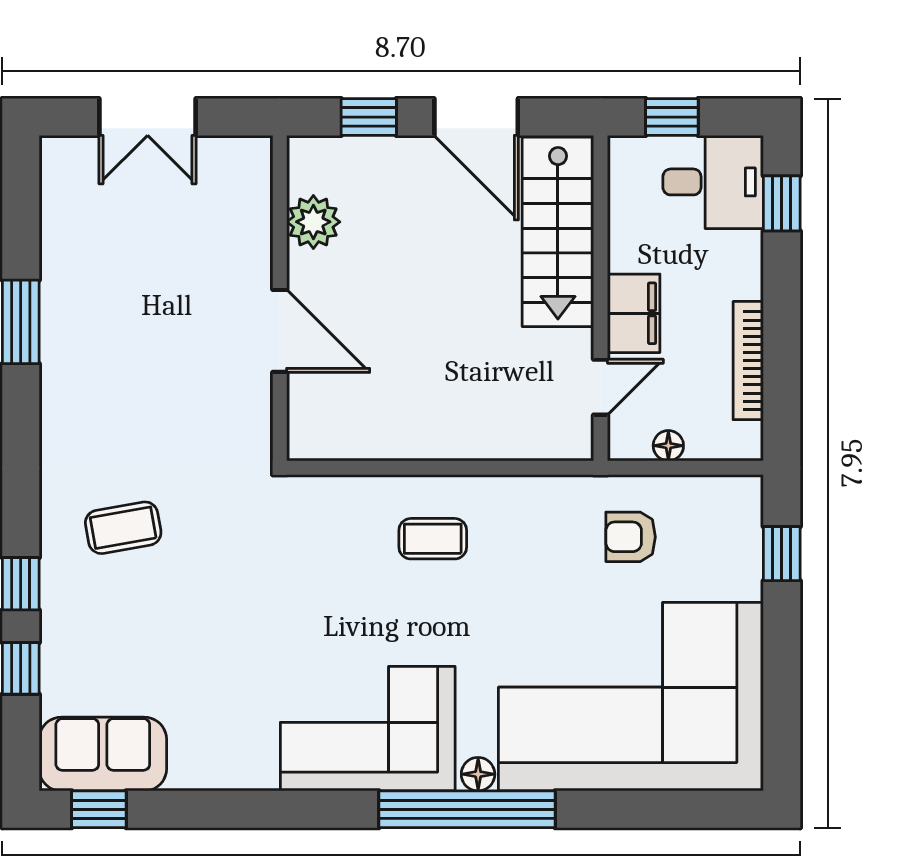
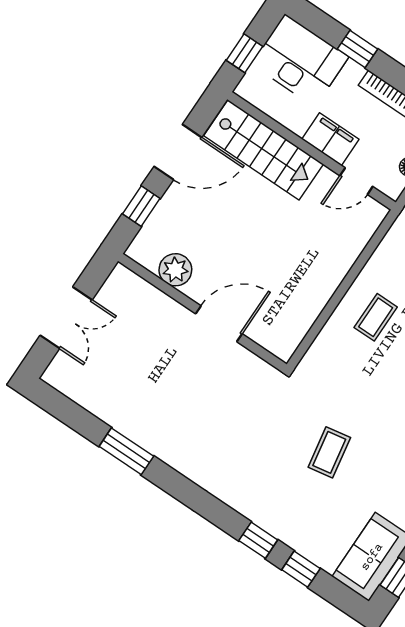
desk: (713, 182) -> (300, 61), width x1.37
window: (782, 203) -> (358, 49), moved
door: (601, 387) -> (356, 181), swing flipped
coffee table: (123, 528) -> (329, 452), moved

